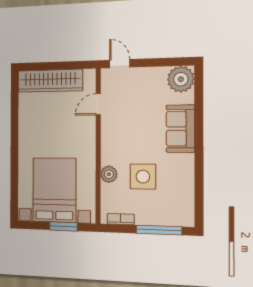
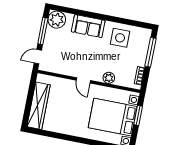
window: (159, 62) -> (43, 31), added
door: (98, 104) -> (83, 80), moved
side table: (143, 177) -> (120, 38), moved

